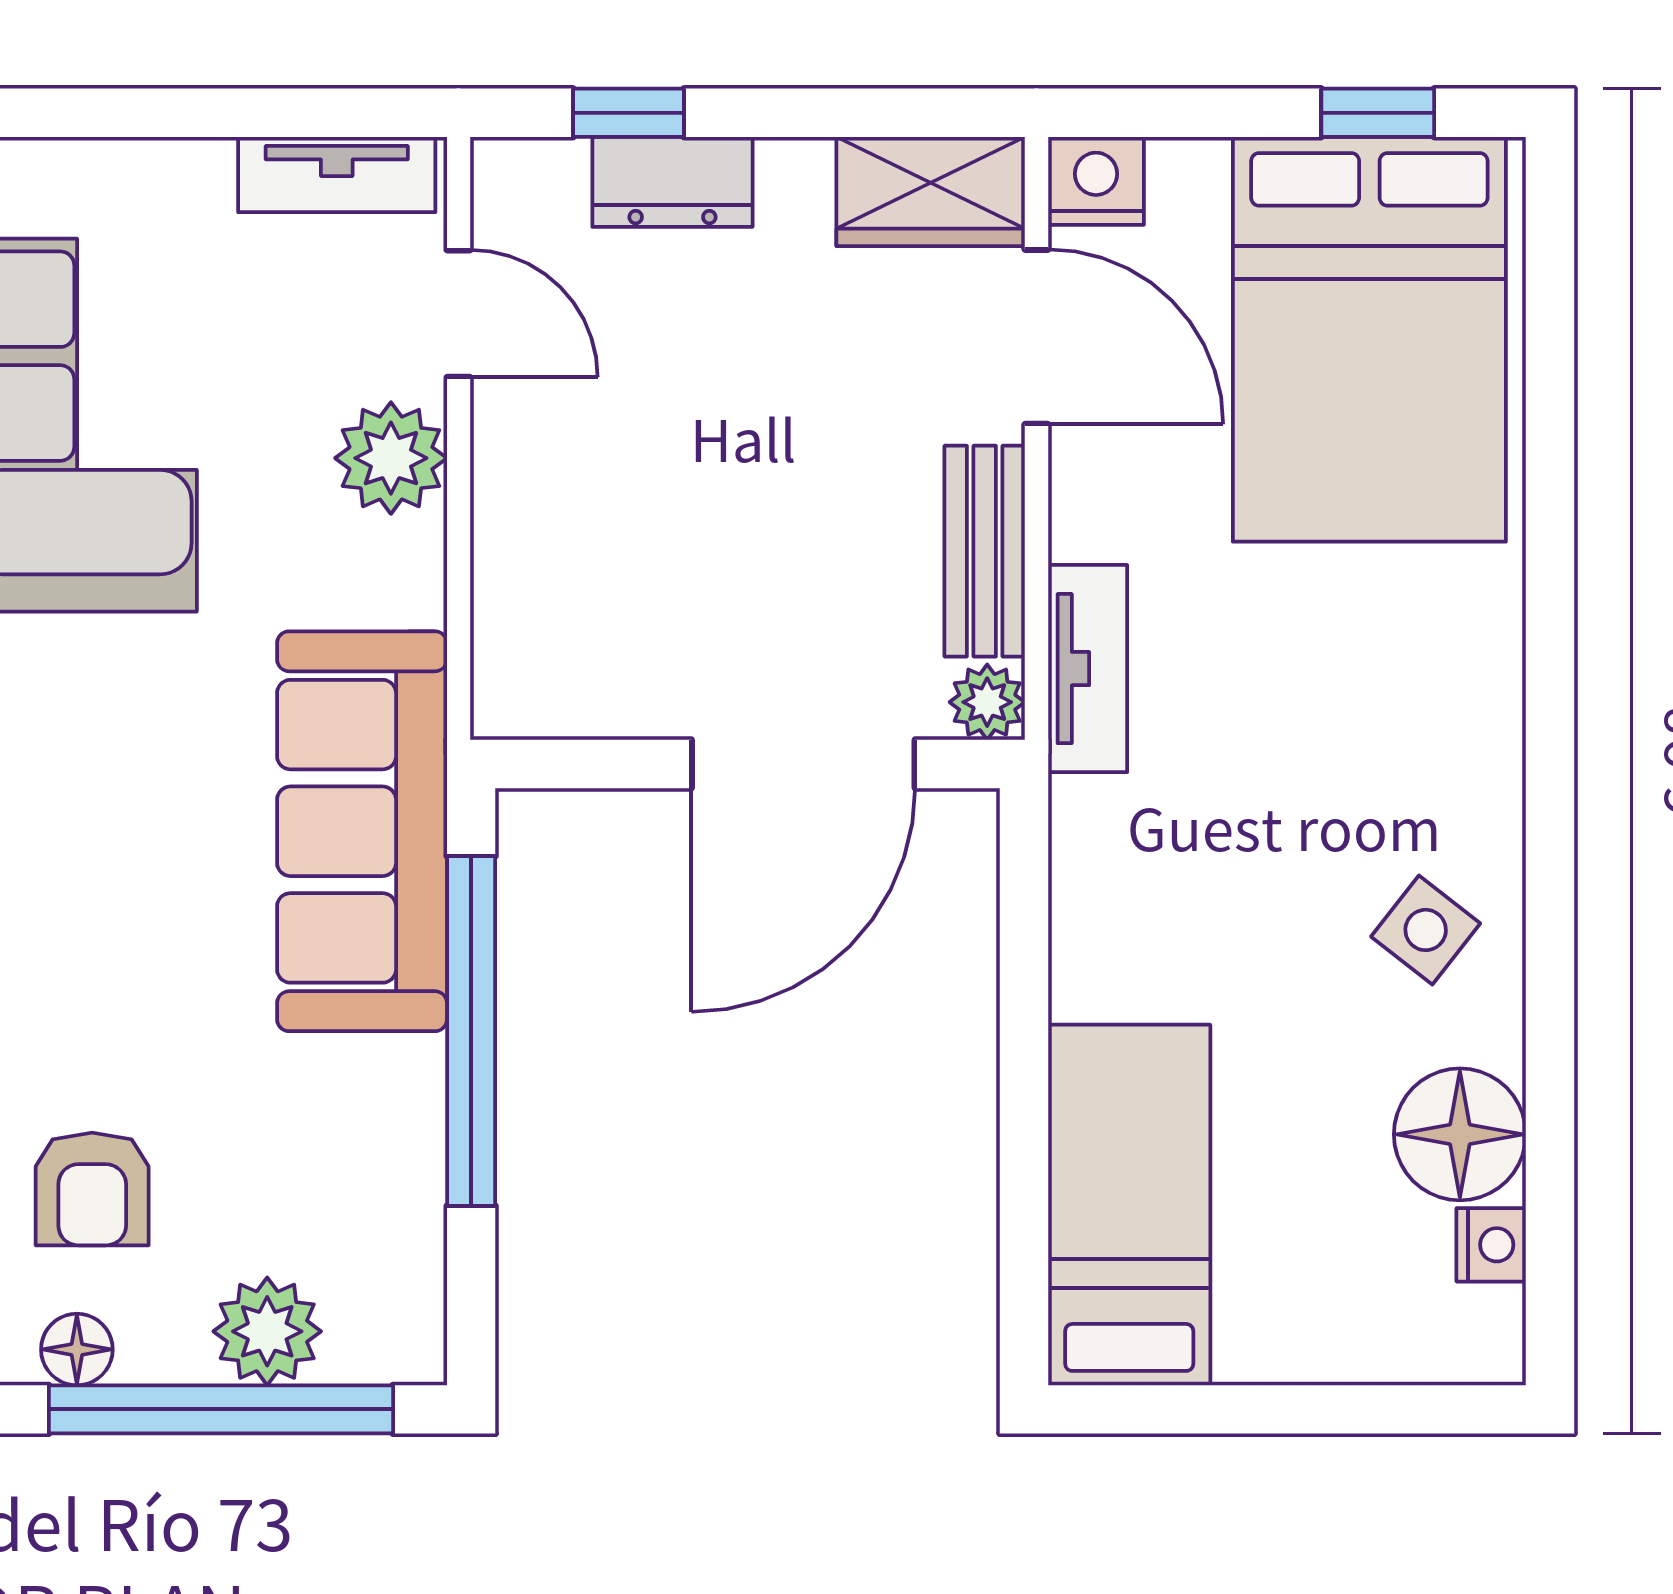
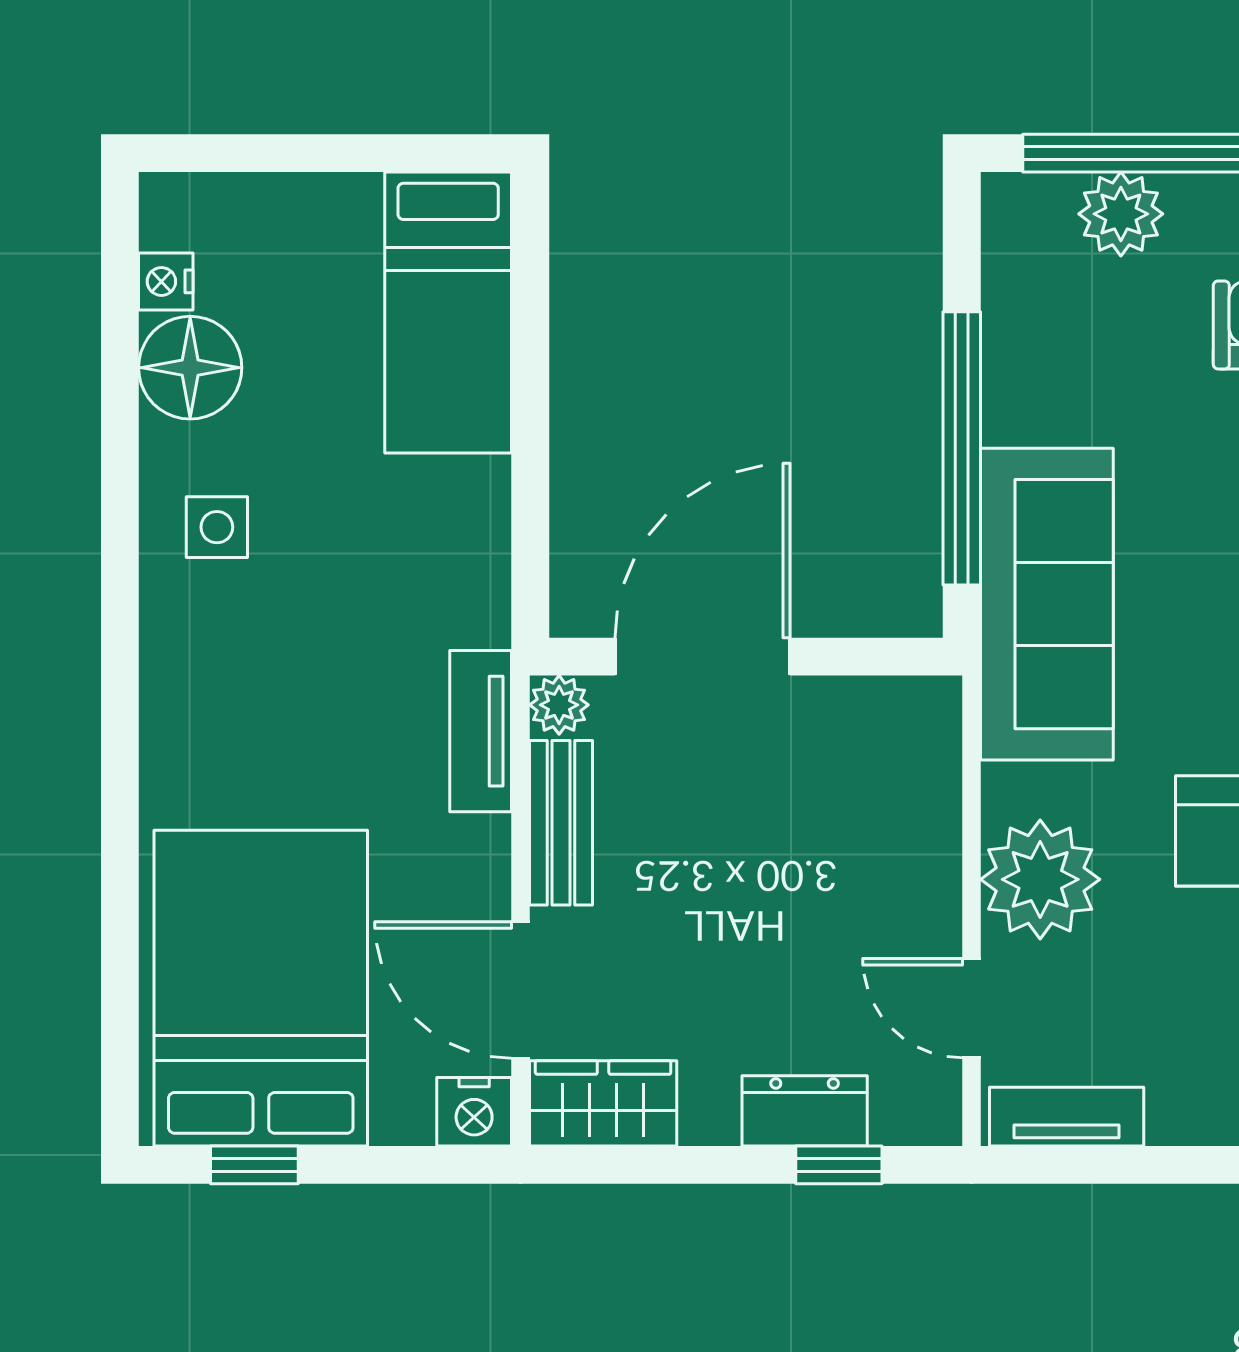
plant: (391, 458) -> (1040, 879), width x1.36, depth x1.36
side table: (1426, 930) -> (217, 527), turned -38

